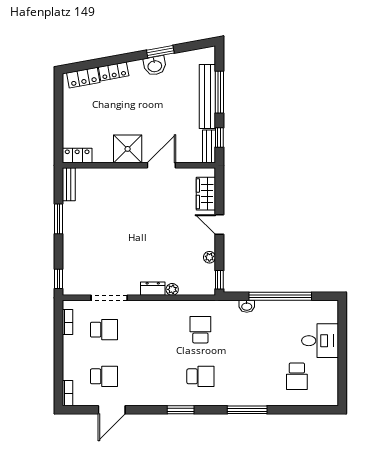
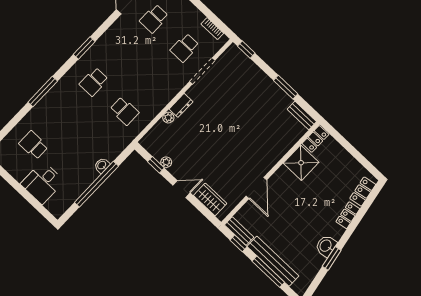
shower: (128, 149) -> (301, 163), moved
window: (219, 280) -> (156, 165), moved
washbasin: (247, 306) -> (102, 165), moved

